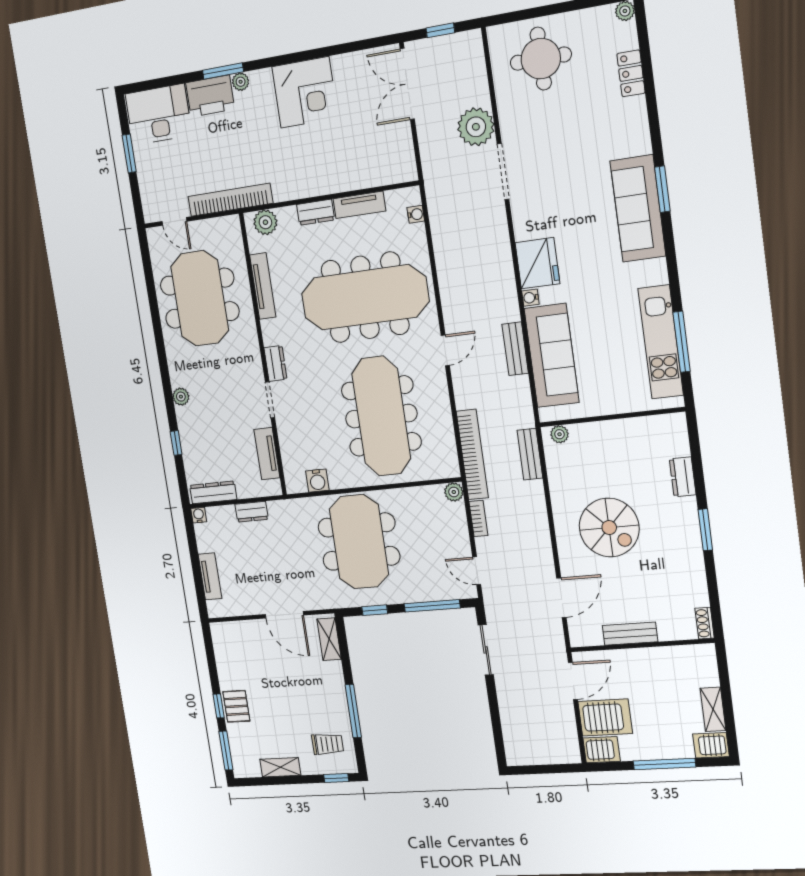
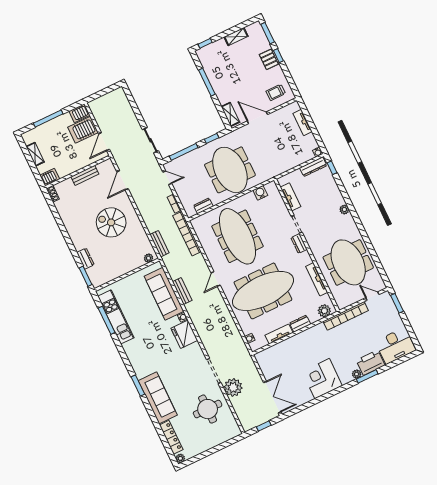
round table: (541, 59) -> (208, 409), moved
locker: (631, 73) -> (171, 437), width x1.53
window: (129, 153) -> (397, 303), moved
sofa: (638, 208) -> (158, 398), moved
window: (176, 443) -> (332, 168), moved
plant: (454, 492) -> (190, 212), removed
dresser: (252, 512) -> (203, 206), moved
window: (705, 530) -> (86, 276), moved
trolley: (328, 744) -> (276, 92), moved
server rack: (711, 745) -> (50, 177), moved

